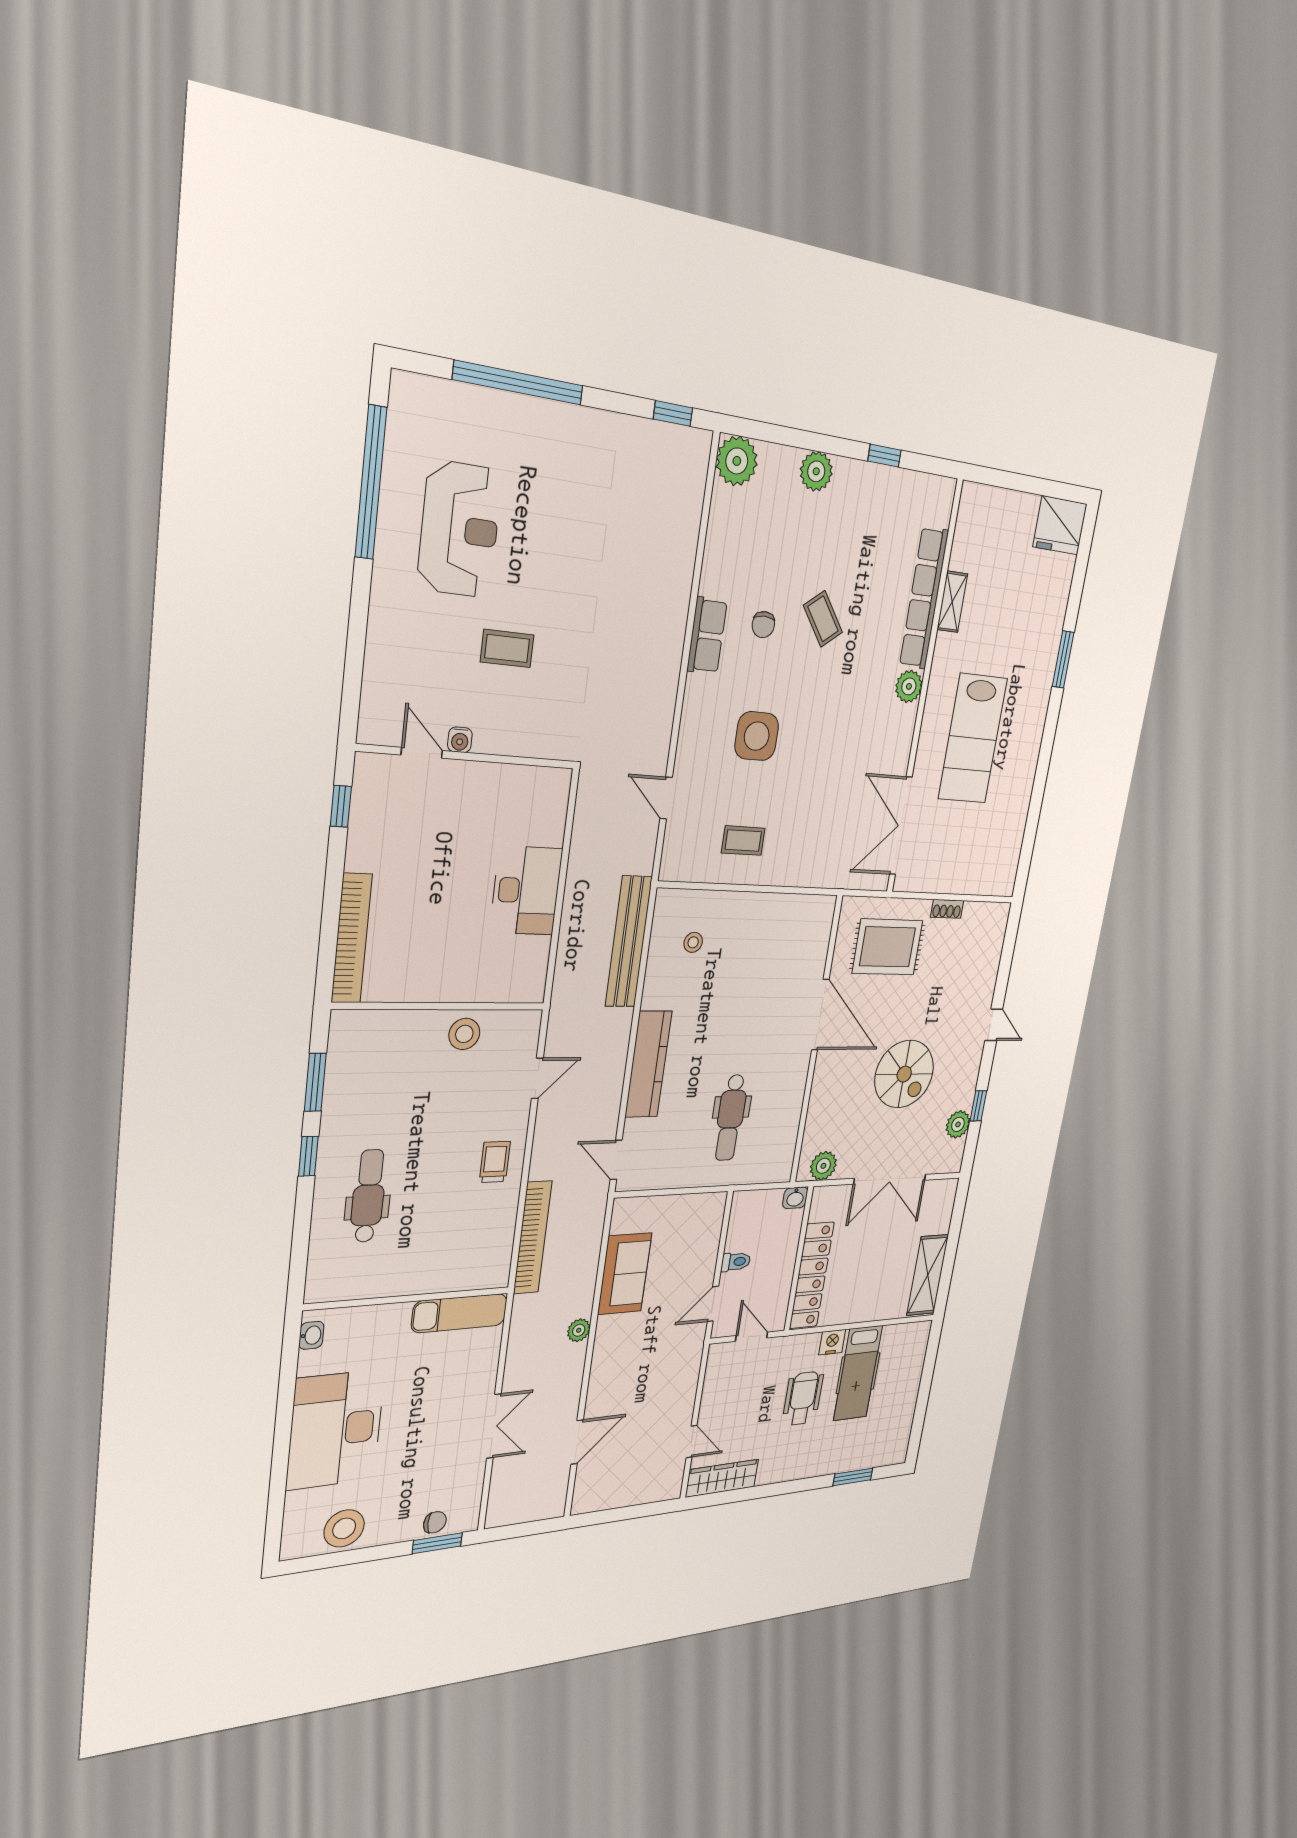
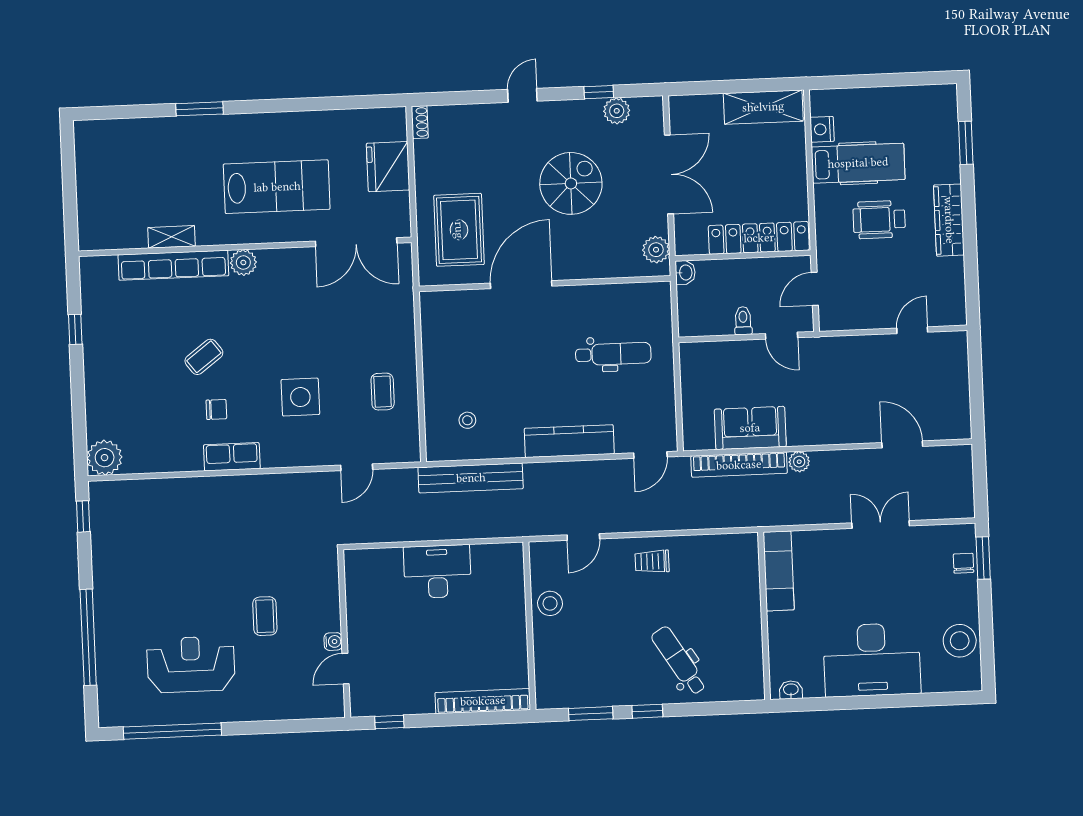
plant: (816, 471) -> (98, 388), removed
fridge: (1060, 525) -> (388, 167), moved, turned 180
shoe rack: (947, 909) -> (420, 122), moved
door: (537, 1078) -> (583, 537), swing flipped
dental chair: (368, 1196) -> (679, 661), turned 58
bookcase: (533, 1238) -> (739, 465), moved, turned 180
nightstand: (832, 1342) -> (822, 129), moved
wardrobe: (722, 1478) -> (949, 220), moved

